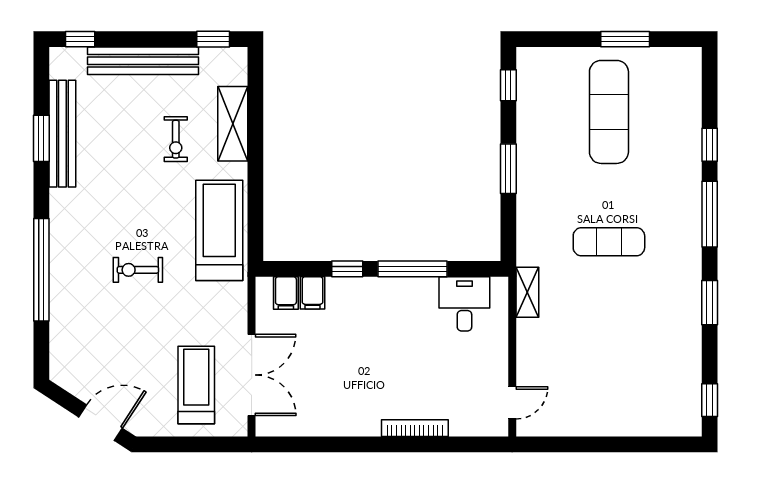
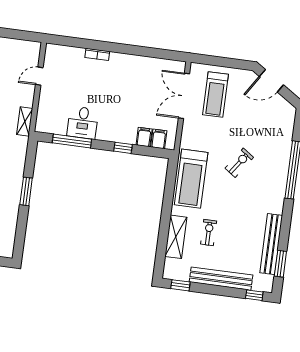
window: (508, 85) -> (20, 238), removed
window: (41, 138) -> (280, 264), moved
window: (412, 269) -> (72, 141), moved
exercise bike: (138, 270) -> (239, 163), turned -55
desk: (464, 304) -> (83, 123), moved
door: (512, 403) -> (39, 76), moved
bookcase: (415, 428) -> (97, 54), width x0.64

